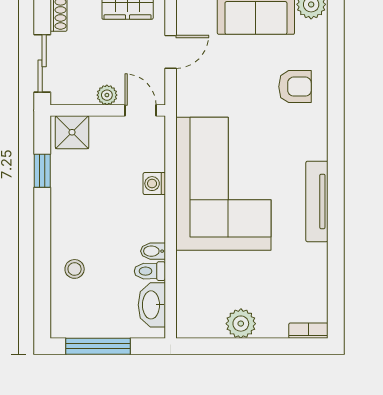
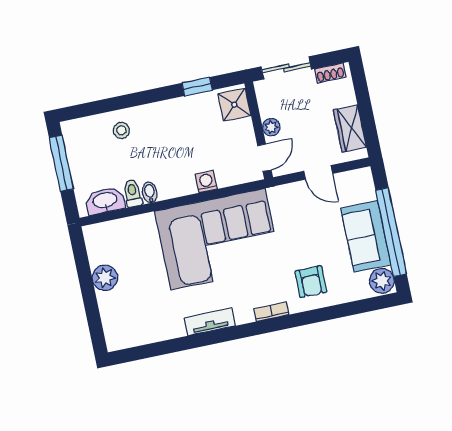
tv unit: (317, 201) -> (210, 322), width x0.71
bookcase: (308, 331) -> (271, 312), moved, turned -90

